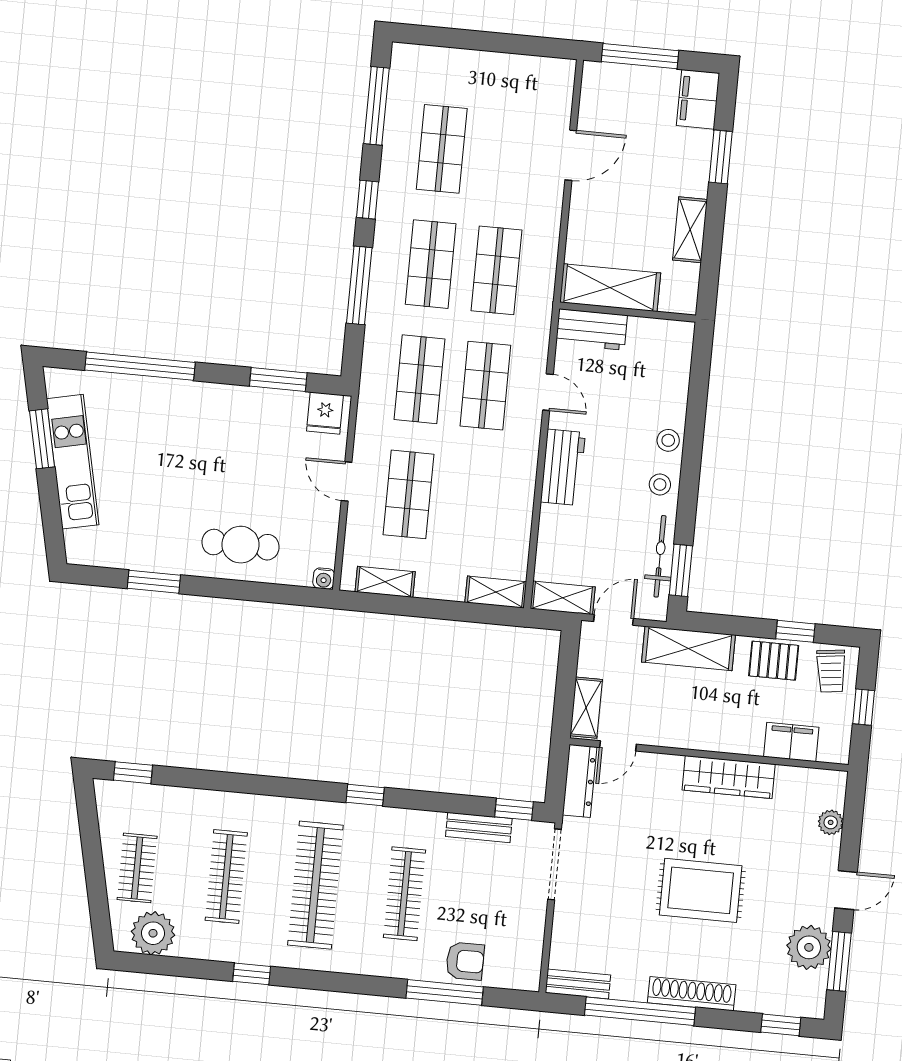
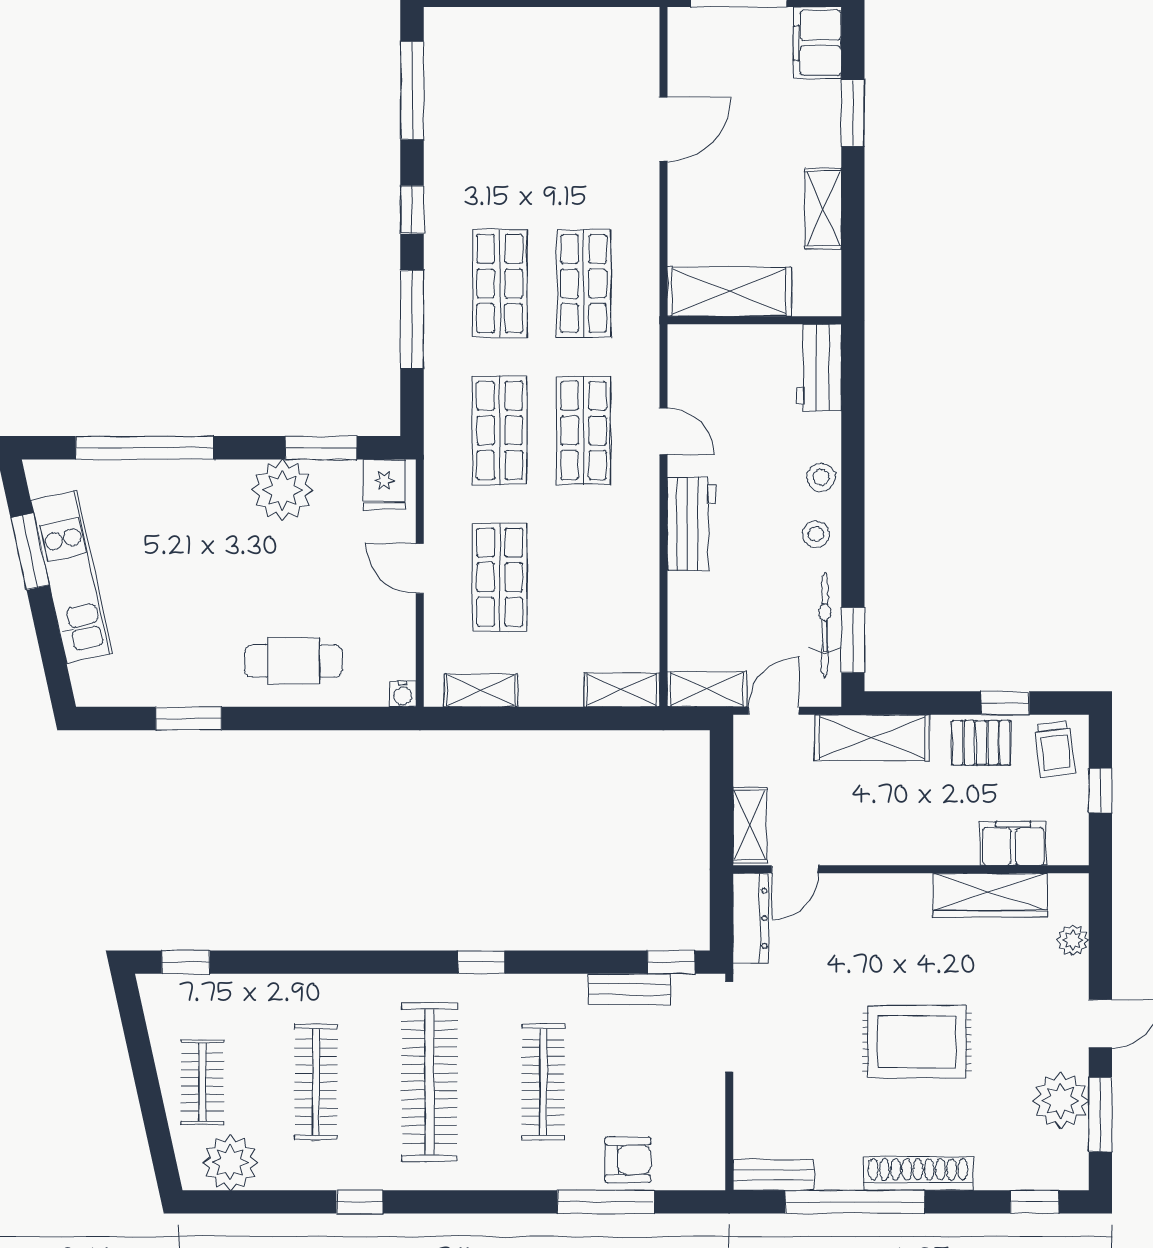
shop shelf: (442, 149) -> (500, 137), removed
workbench: (592, 329) -> (819, 368), moved, turned 90
plant: (245, 410) -> (283, 490), added
wardrobe: (729, 777) -> (990, 895), moved

